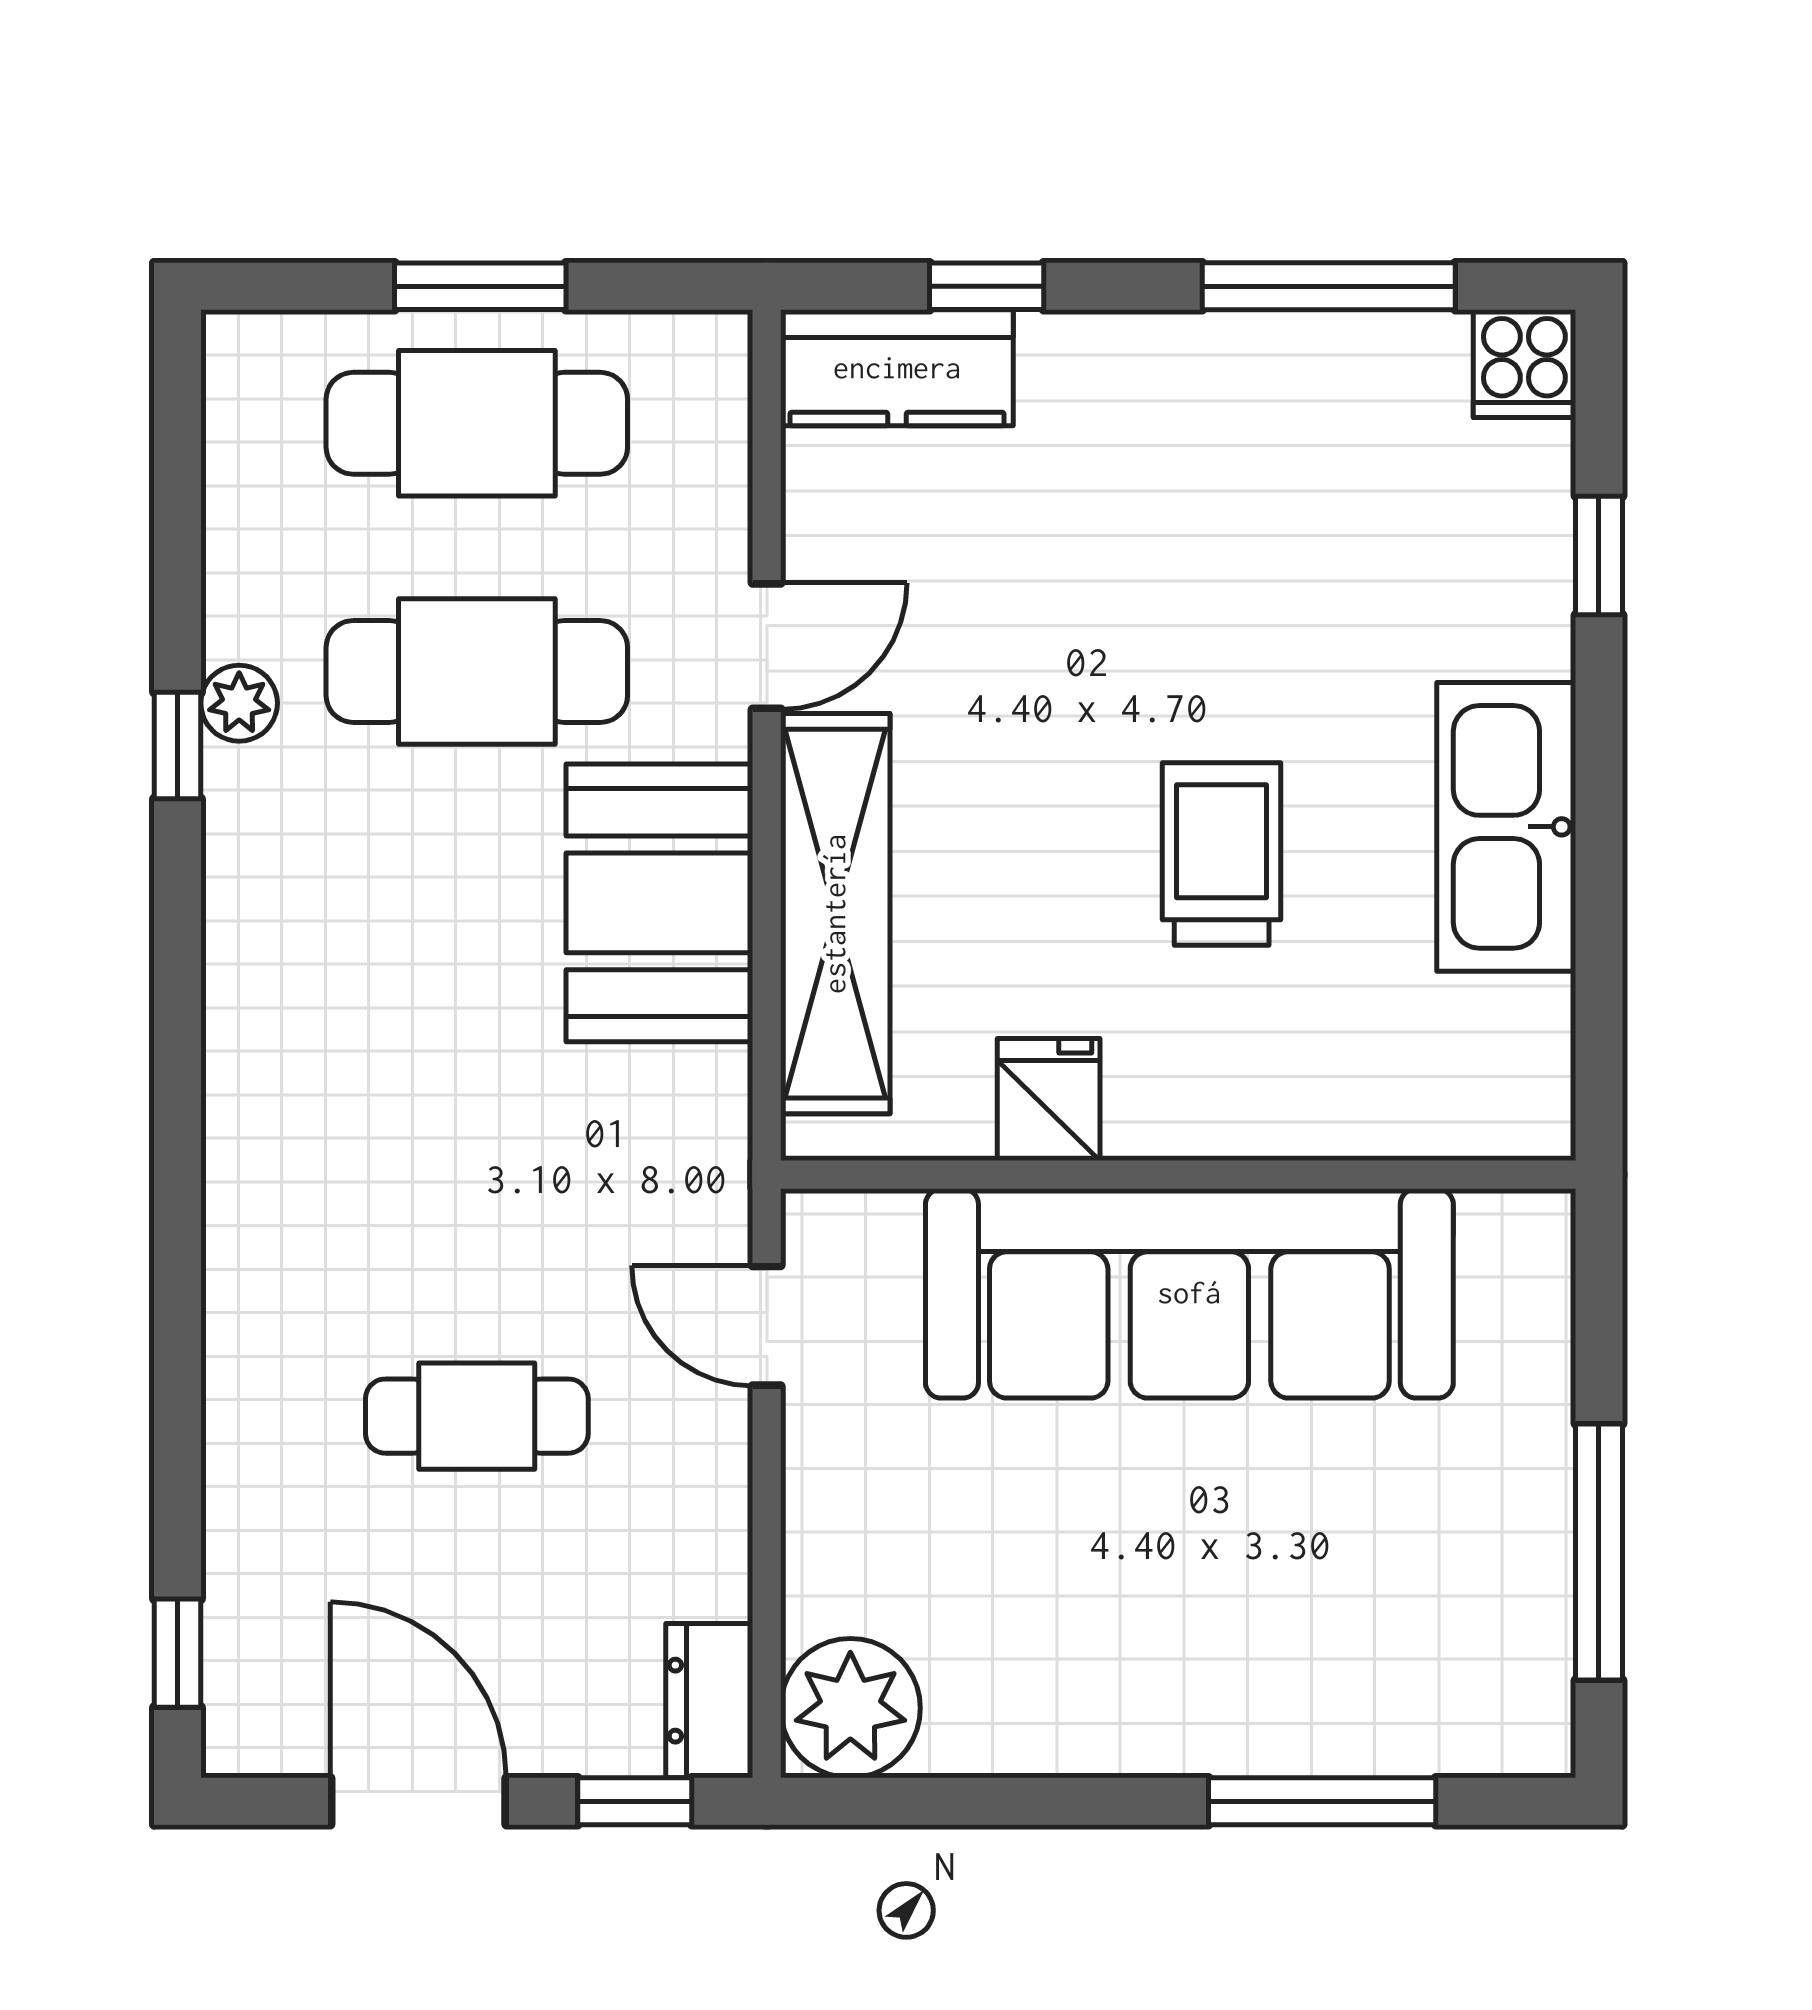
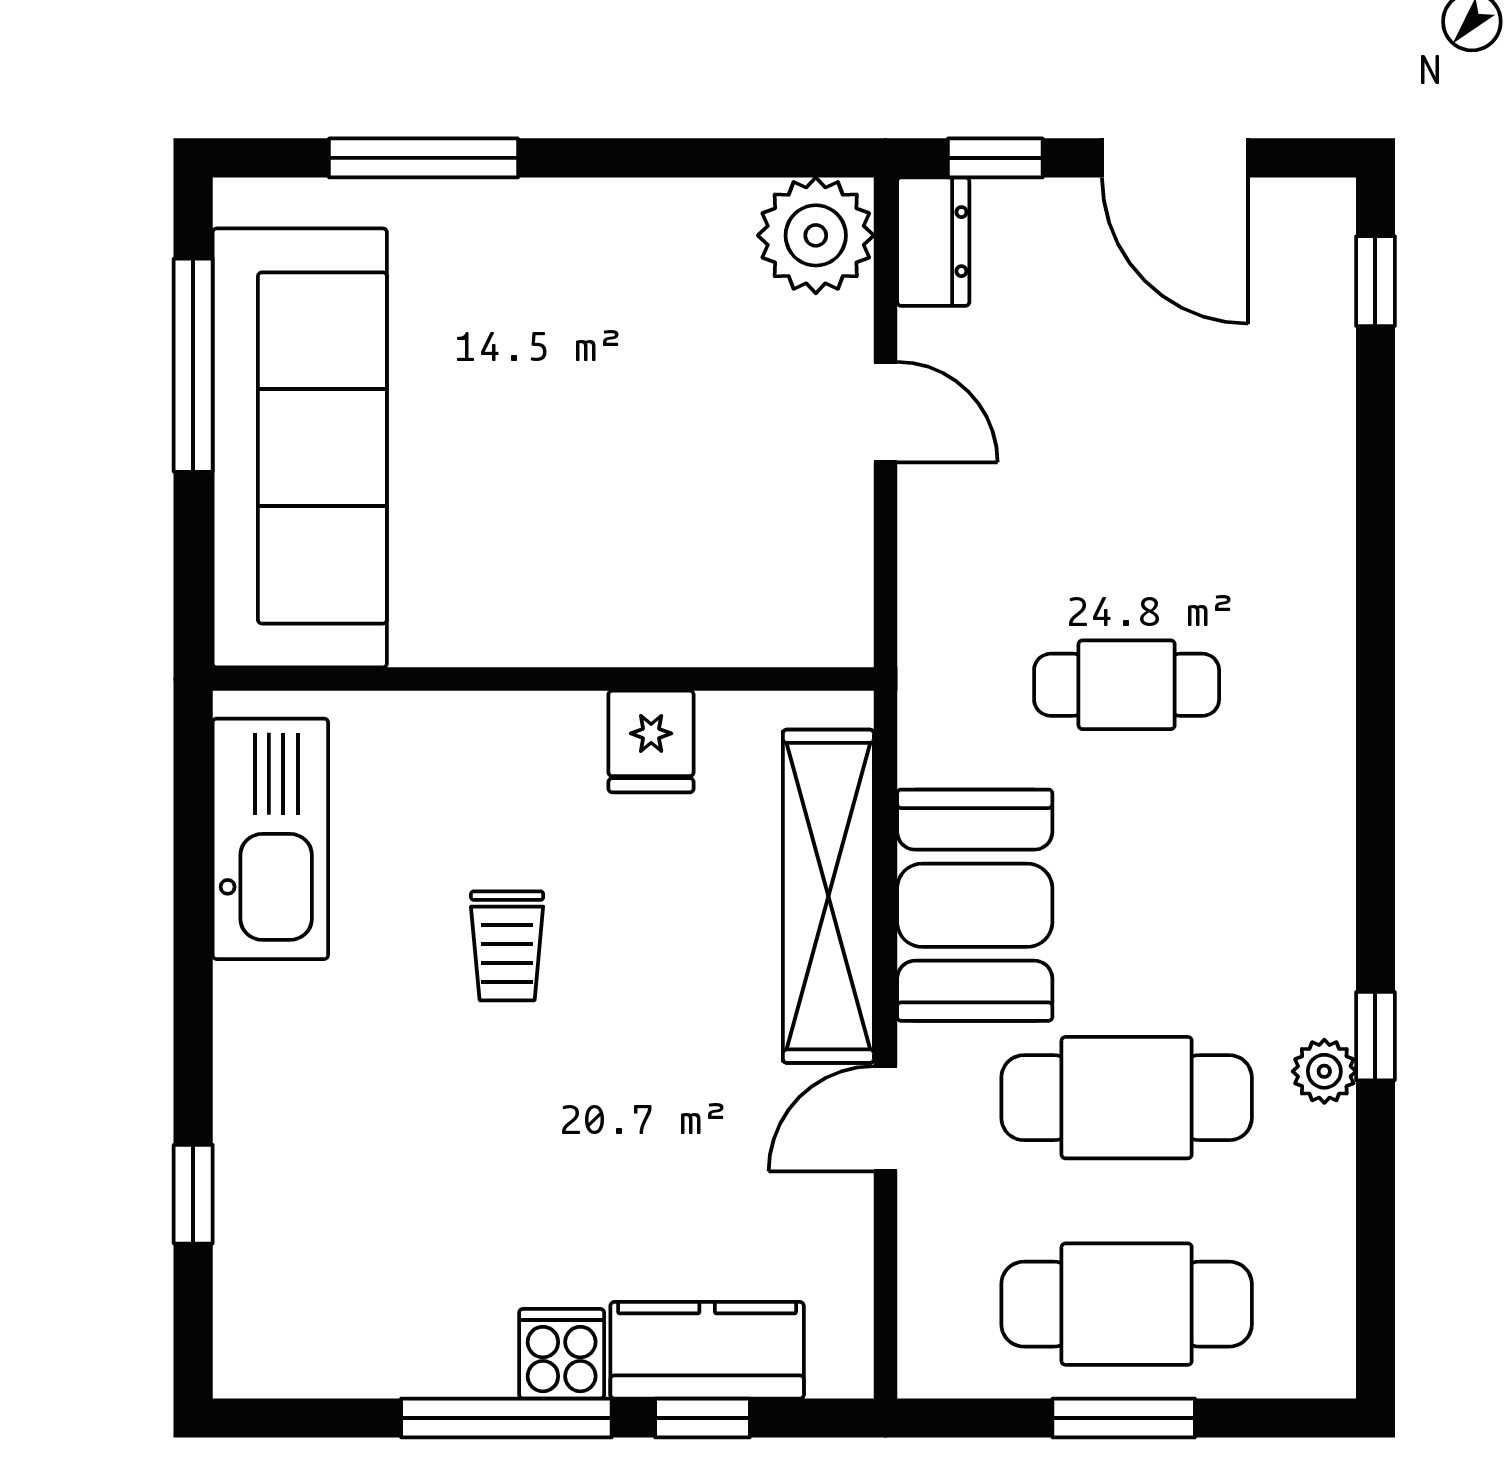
window: (1329, 286) -> (506, 1418), moved
cooker: (1524, 364) -> (562, 1354), moved
kitchen counter: (897, 368) -> (707, 1350), moved
kitchen sink: (1506, 827) -> (270, 839), moved
trolley: (1222, 854) -> (507, 946), width x0.73, depth x0.72
sofa: (1189, 1293) -> (300, 448), moved, turned 90
door: (767, 1326) -> (885, 412), moved
cafe table: (477, 1416) -> (1127, 685), moved

